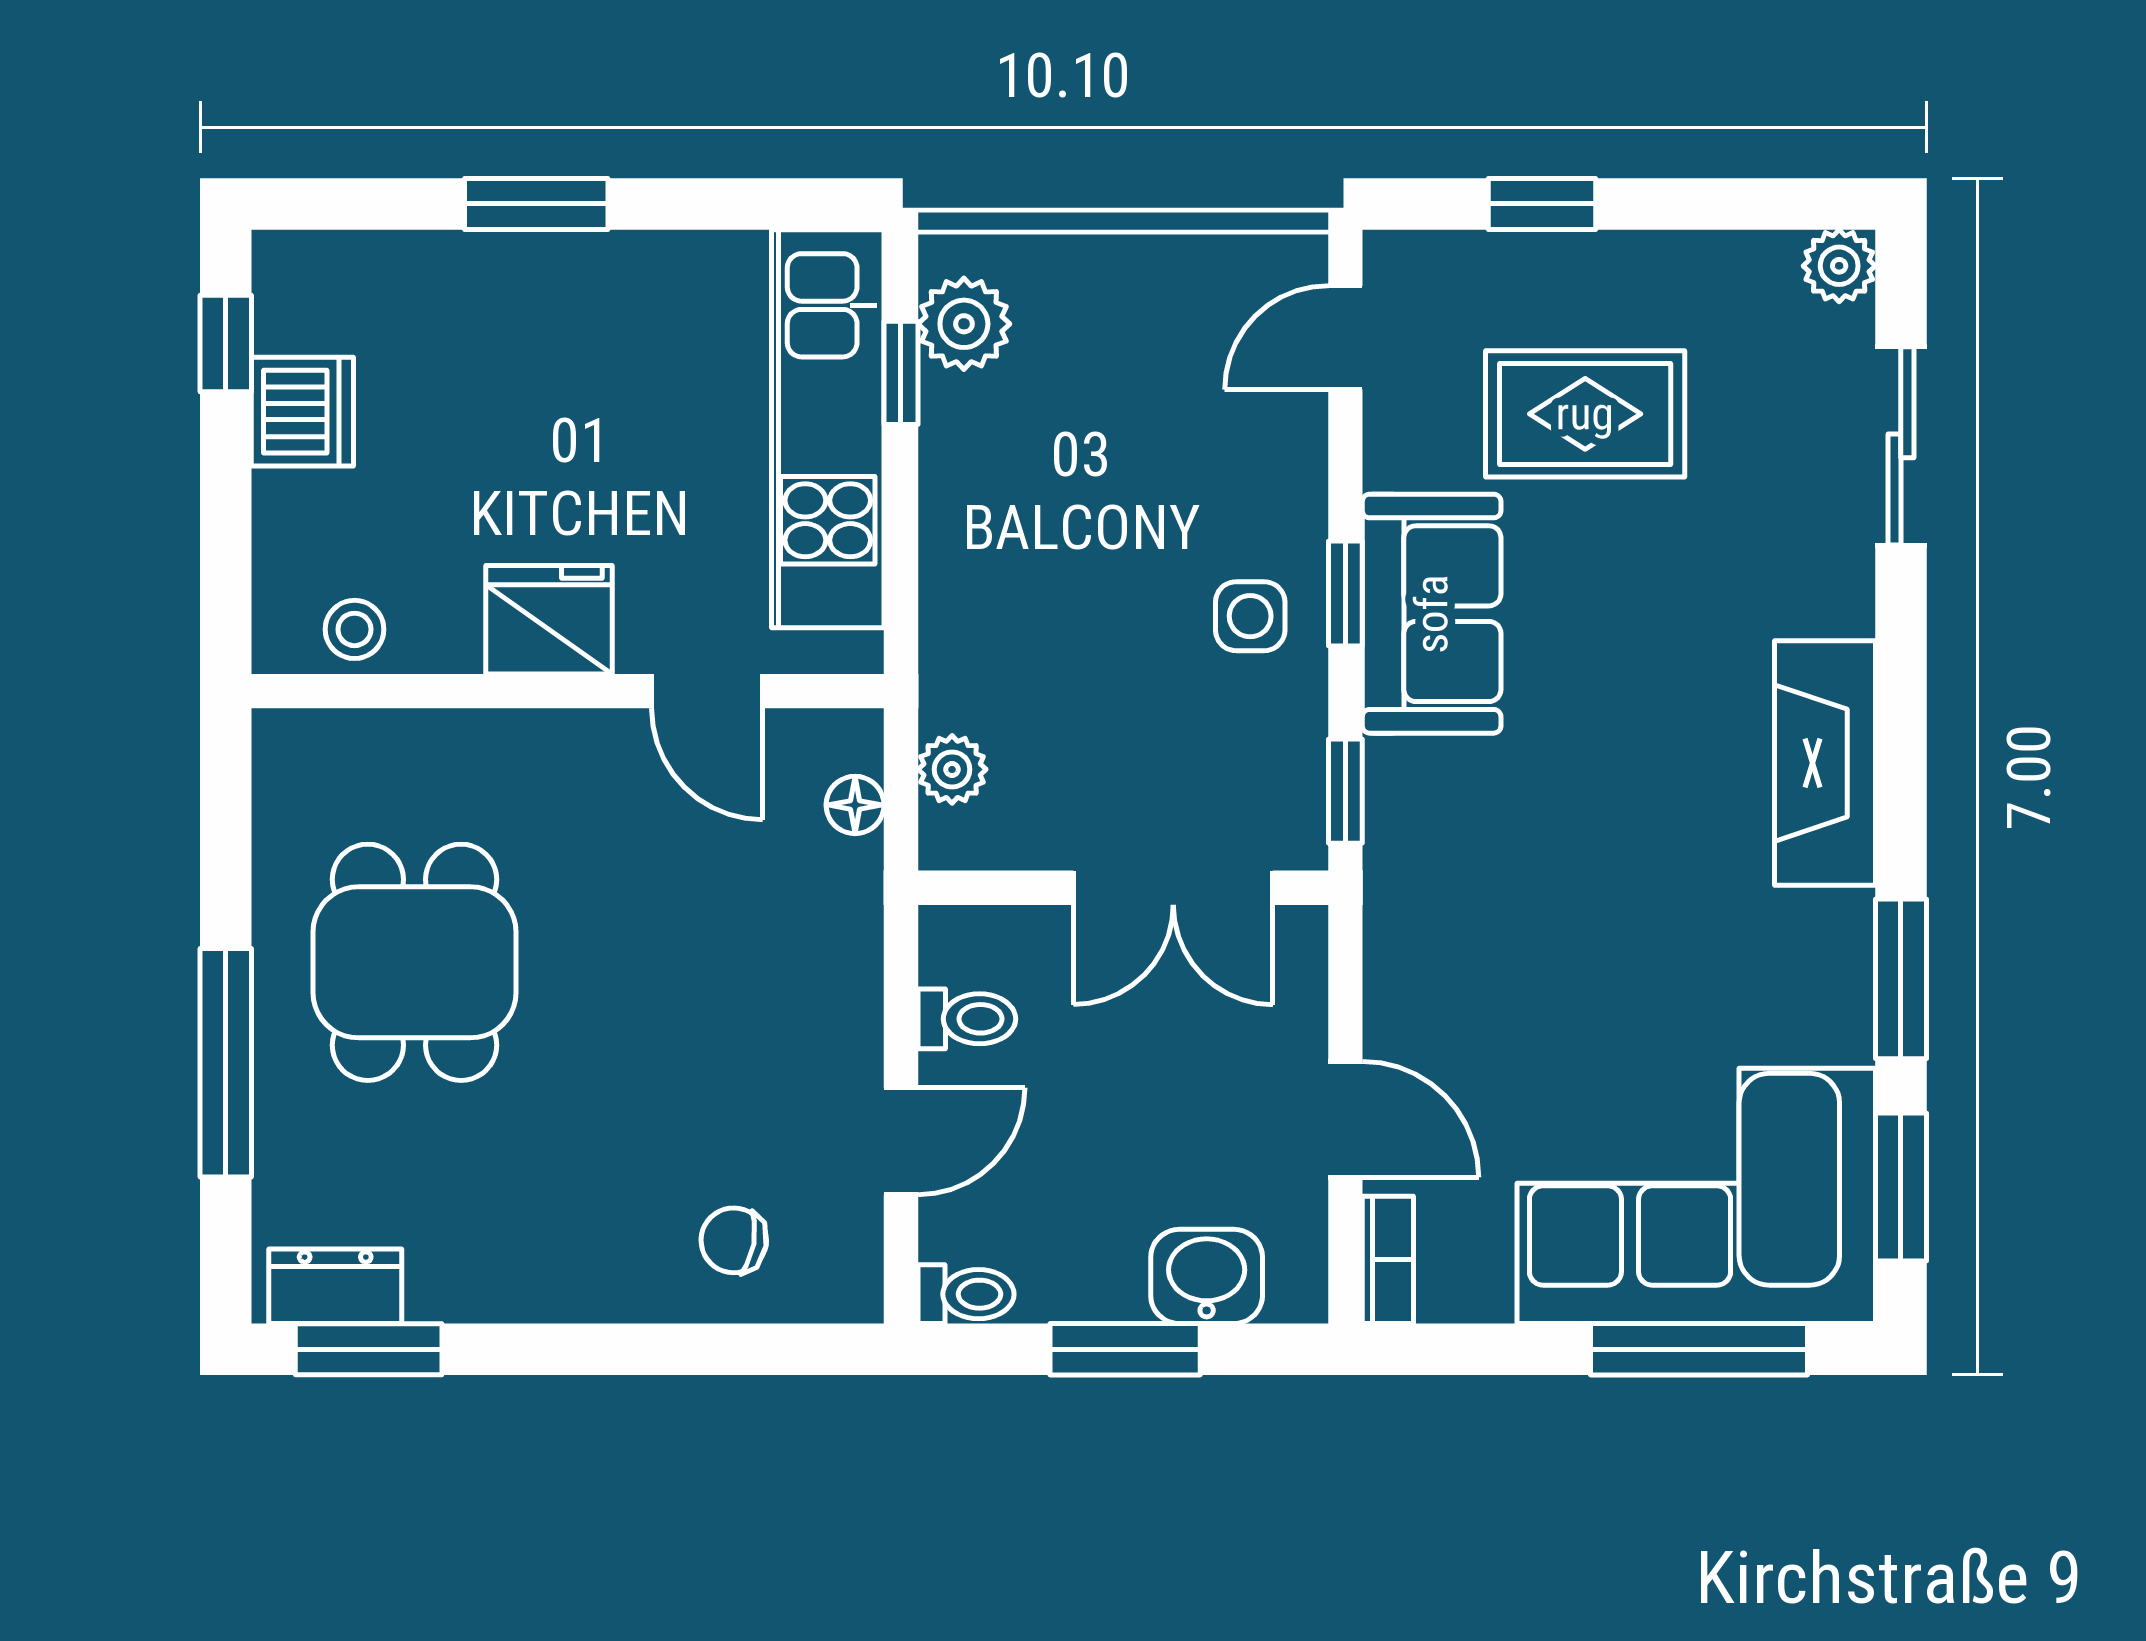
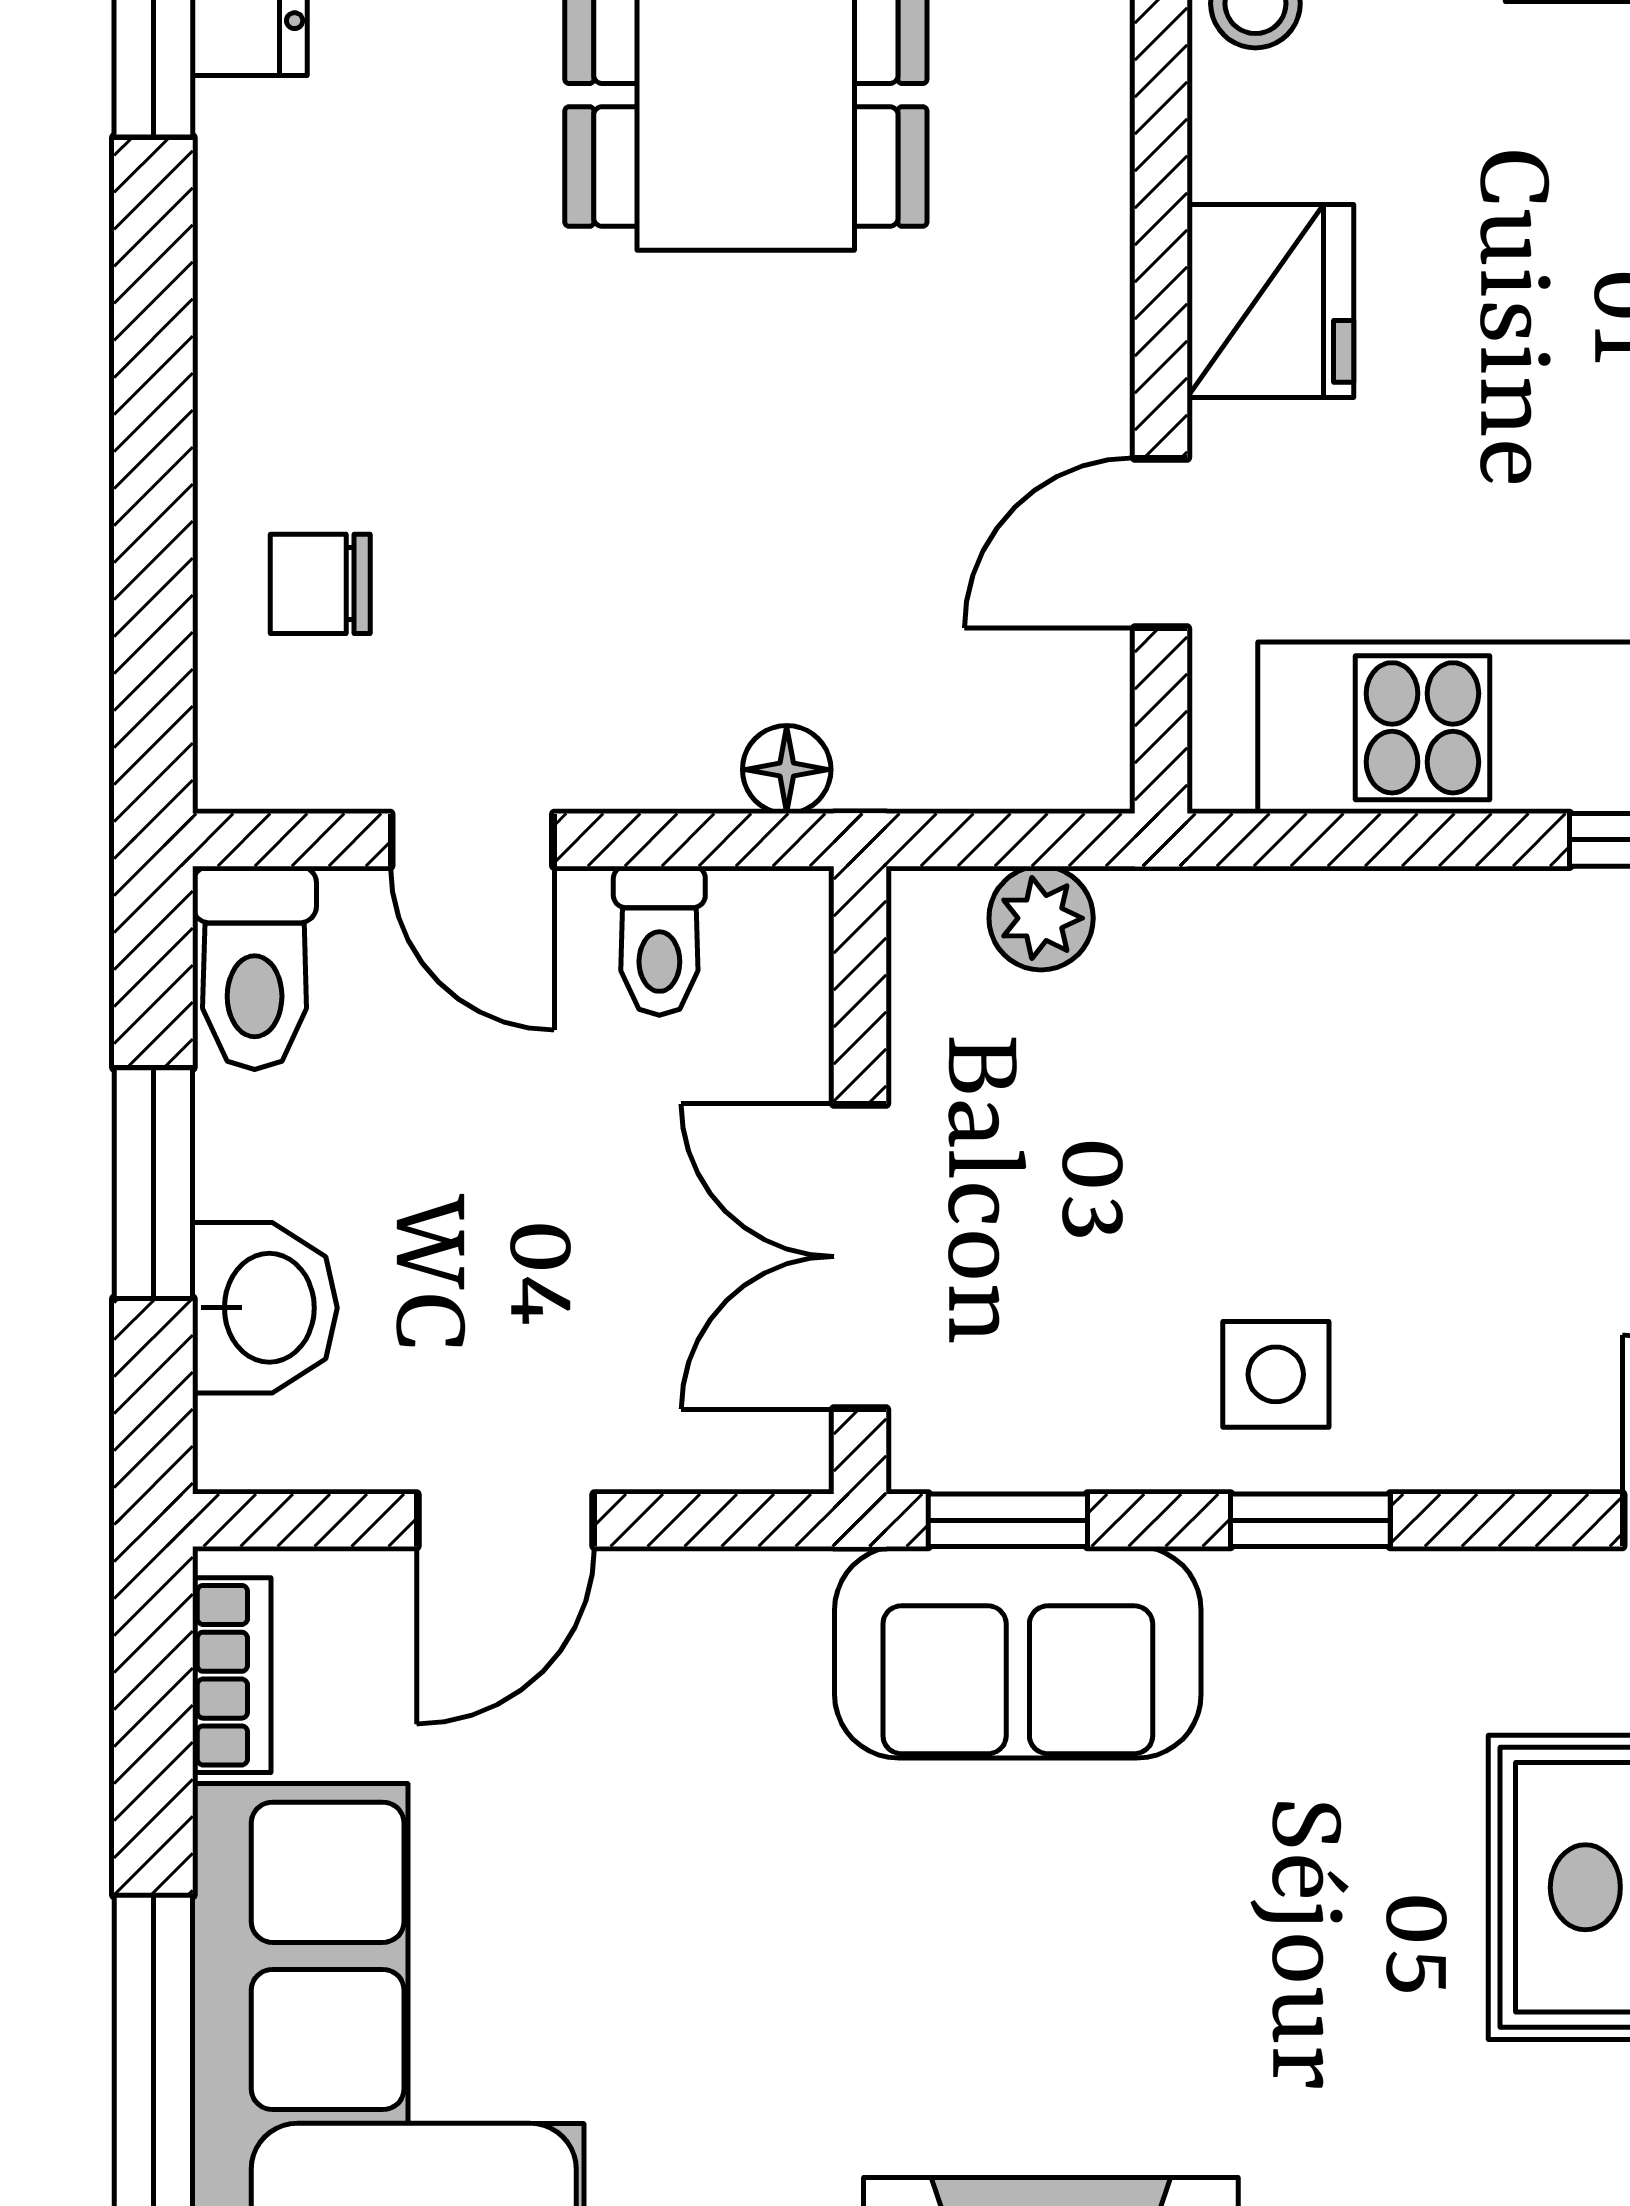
sofa: (1432, 614) -> (1018, 1652), moved
floor lamp: (855, 805) -> (787, 770), moved
chair: (734, 1240) -> (320, 584), turned -100
bookcase: (1388, 1260) -> (232, 1675), moved, turned -90
toilet: (966, 1294) -> (255, 968), width x1.37, depth x1.39

